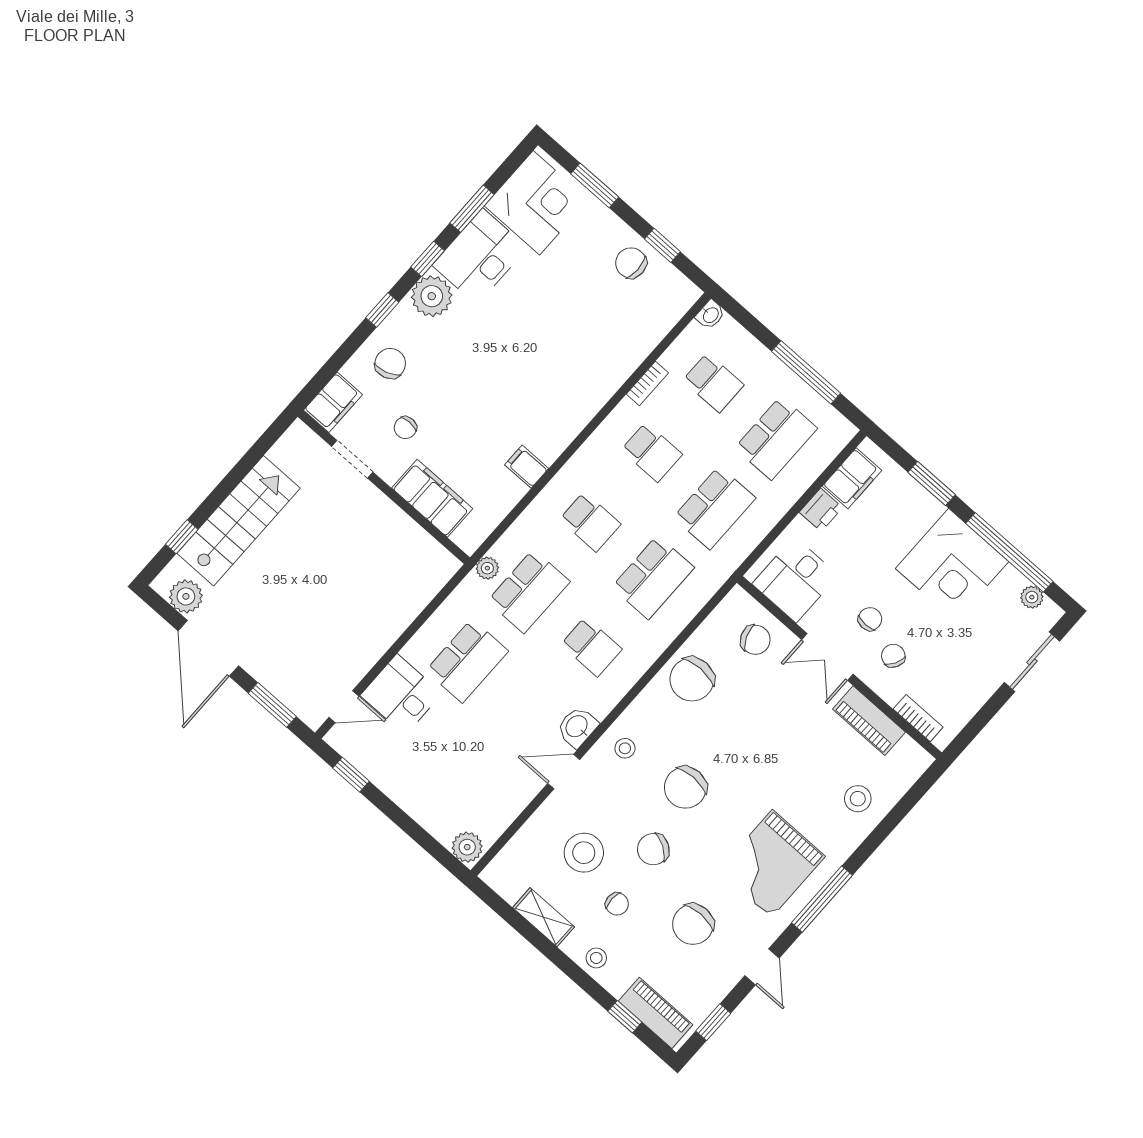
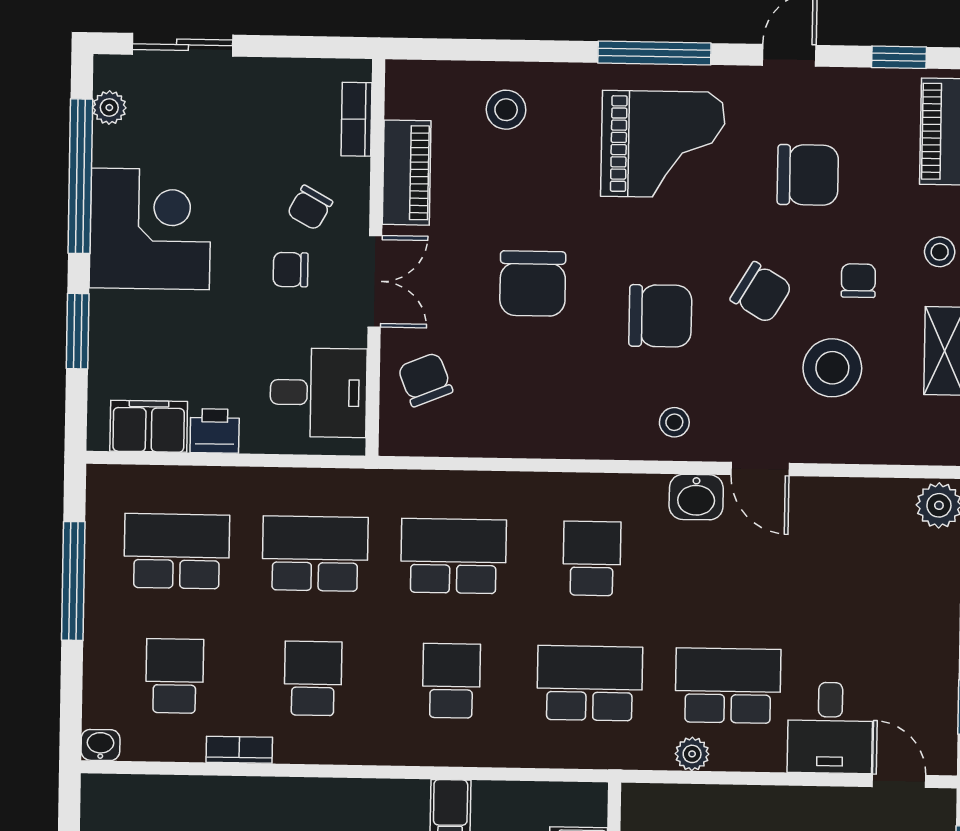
plant: (487, 568) -> (692, 754), moved
chair: (692, 679) -> (533, 284), moved, turned 90

